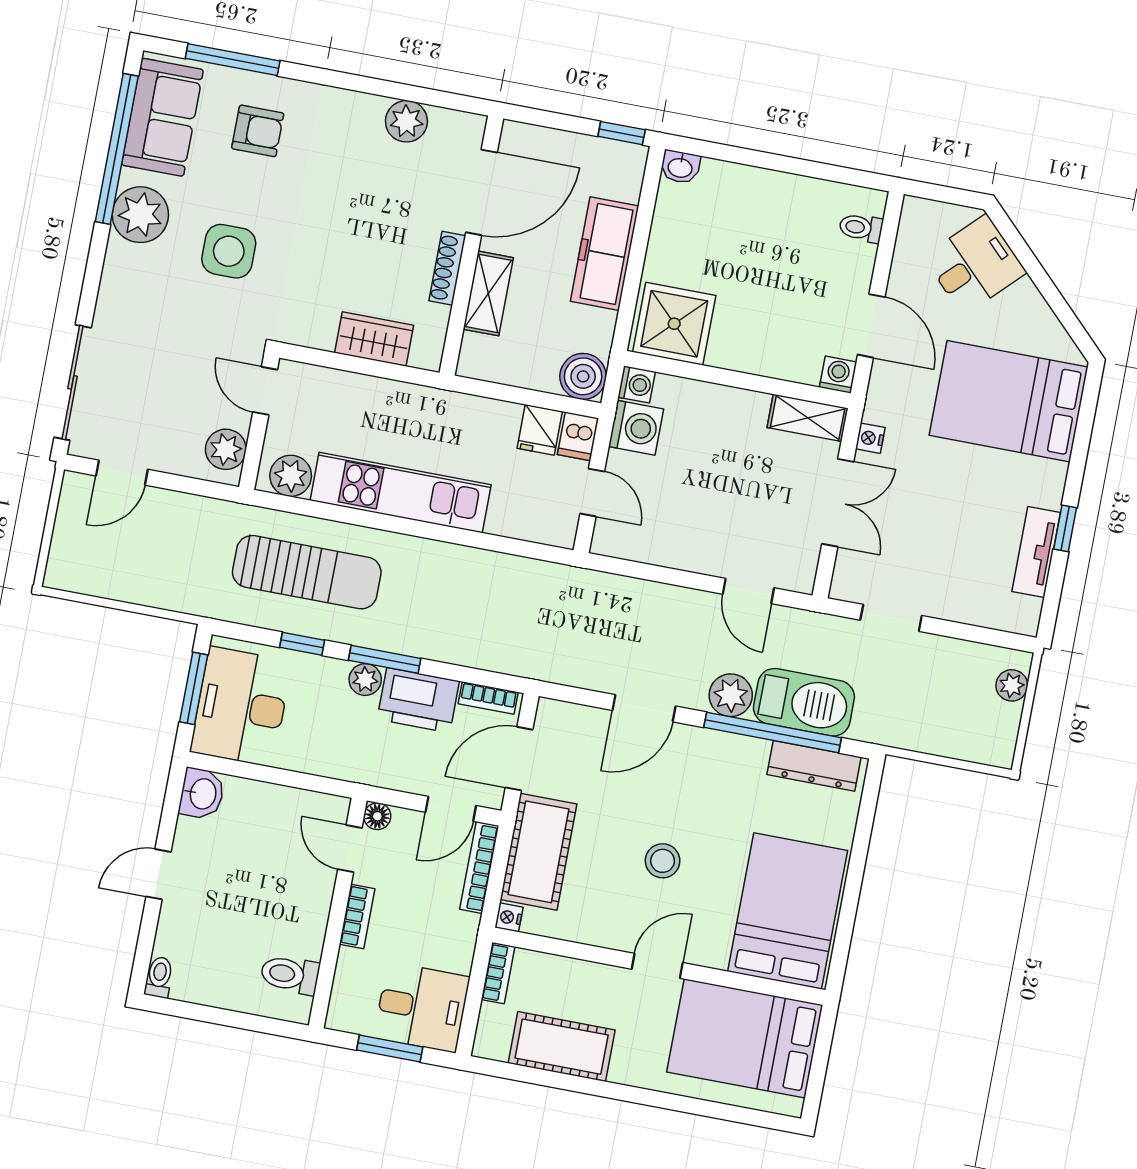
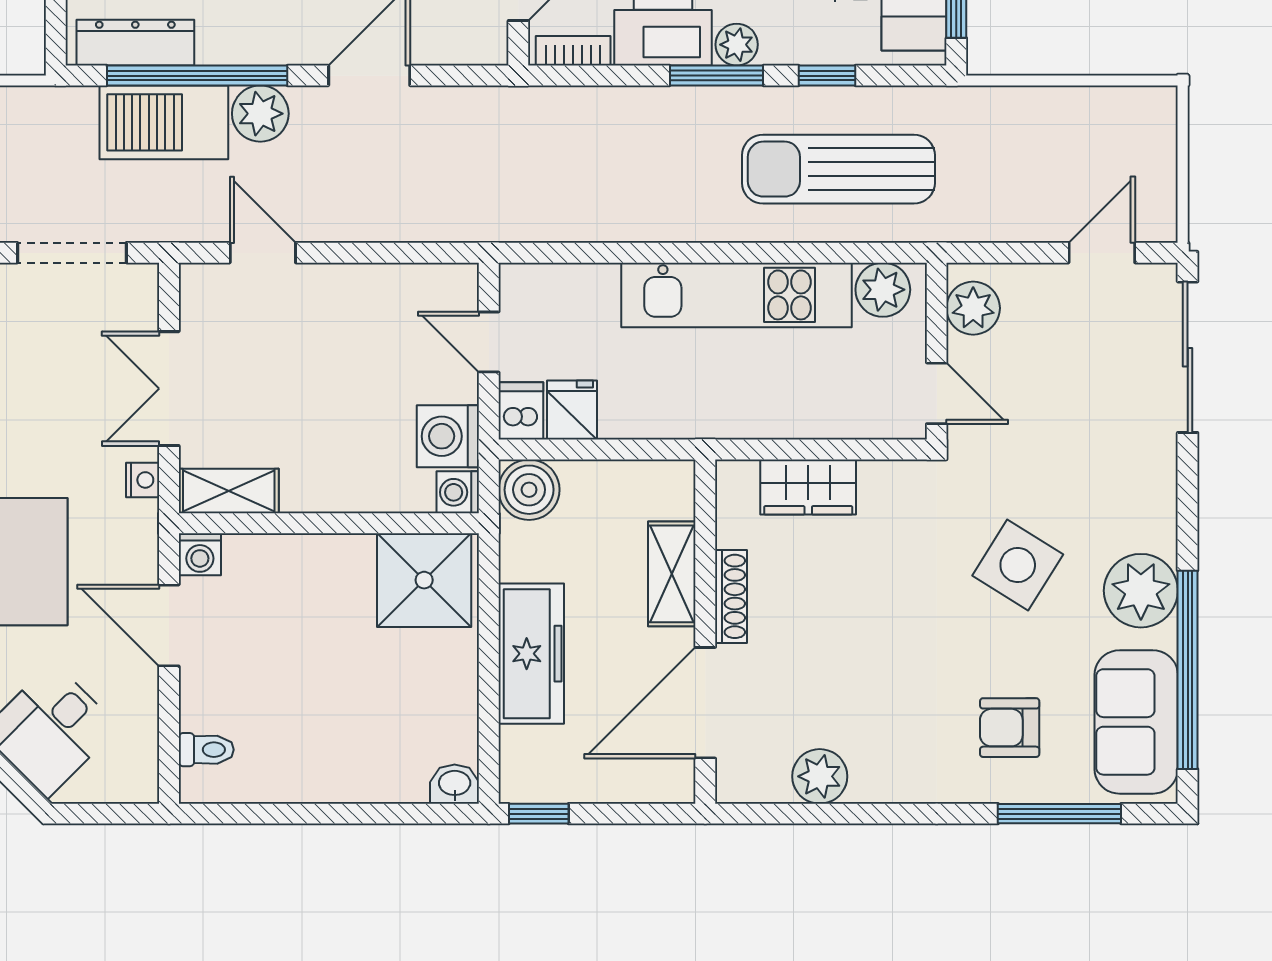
side table: (229, 251) -> (1018, 565), turned 32
doorway: (891, 618) -> (72, 253), width x1.38

